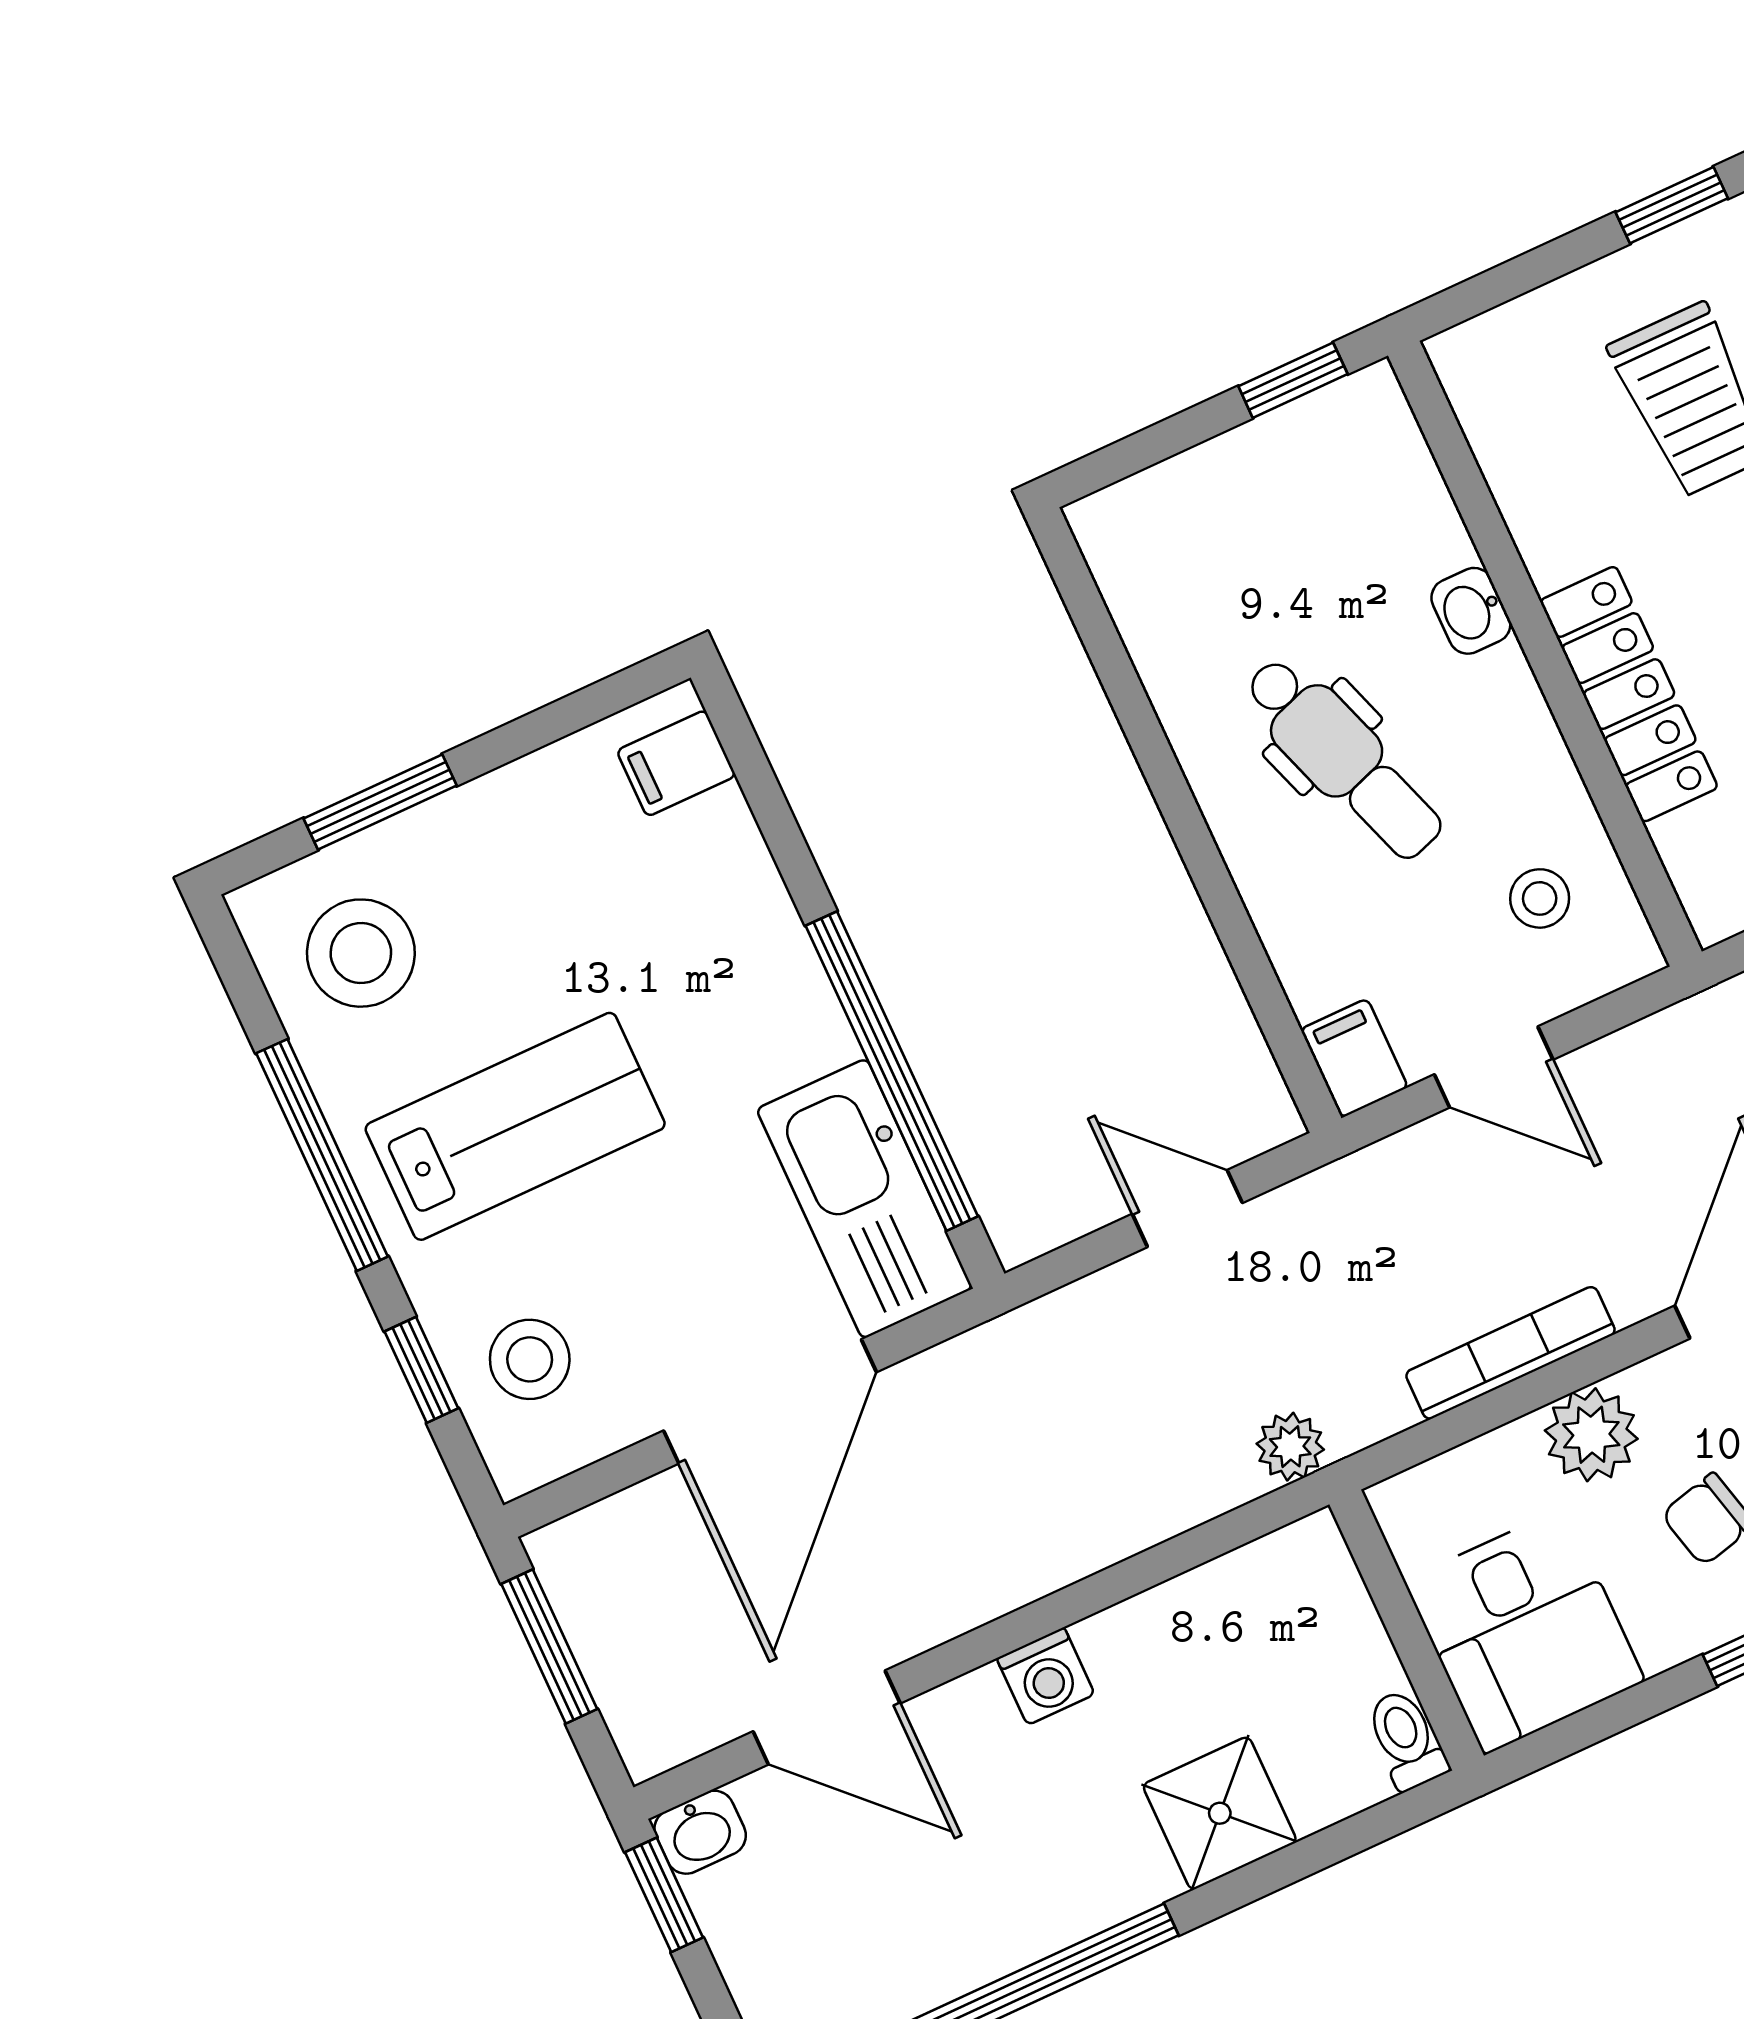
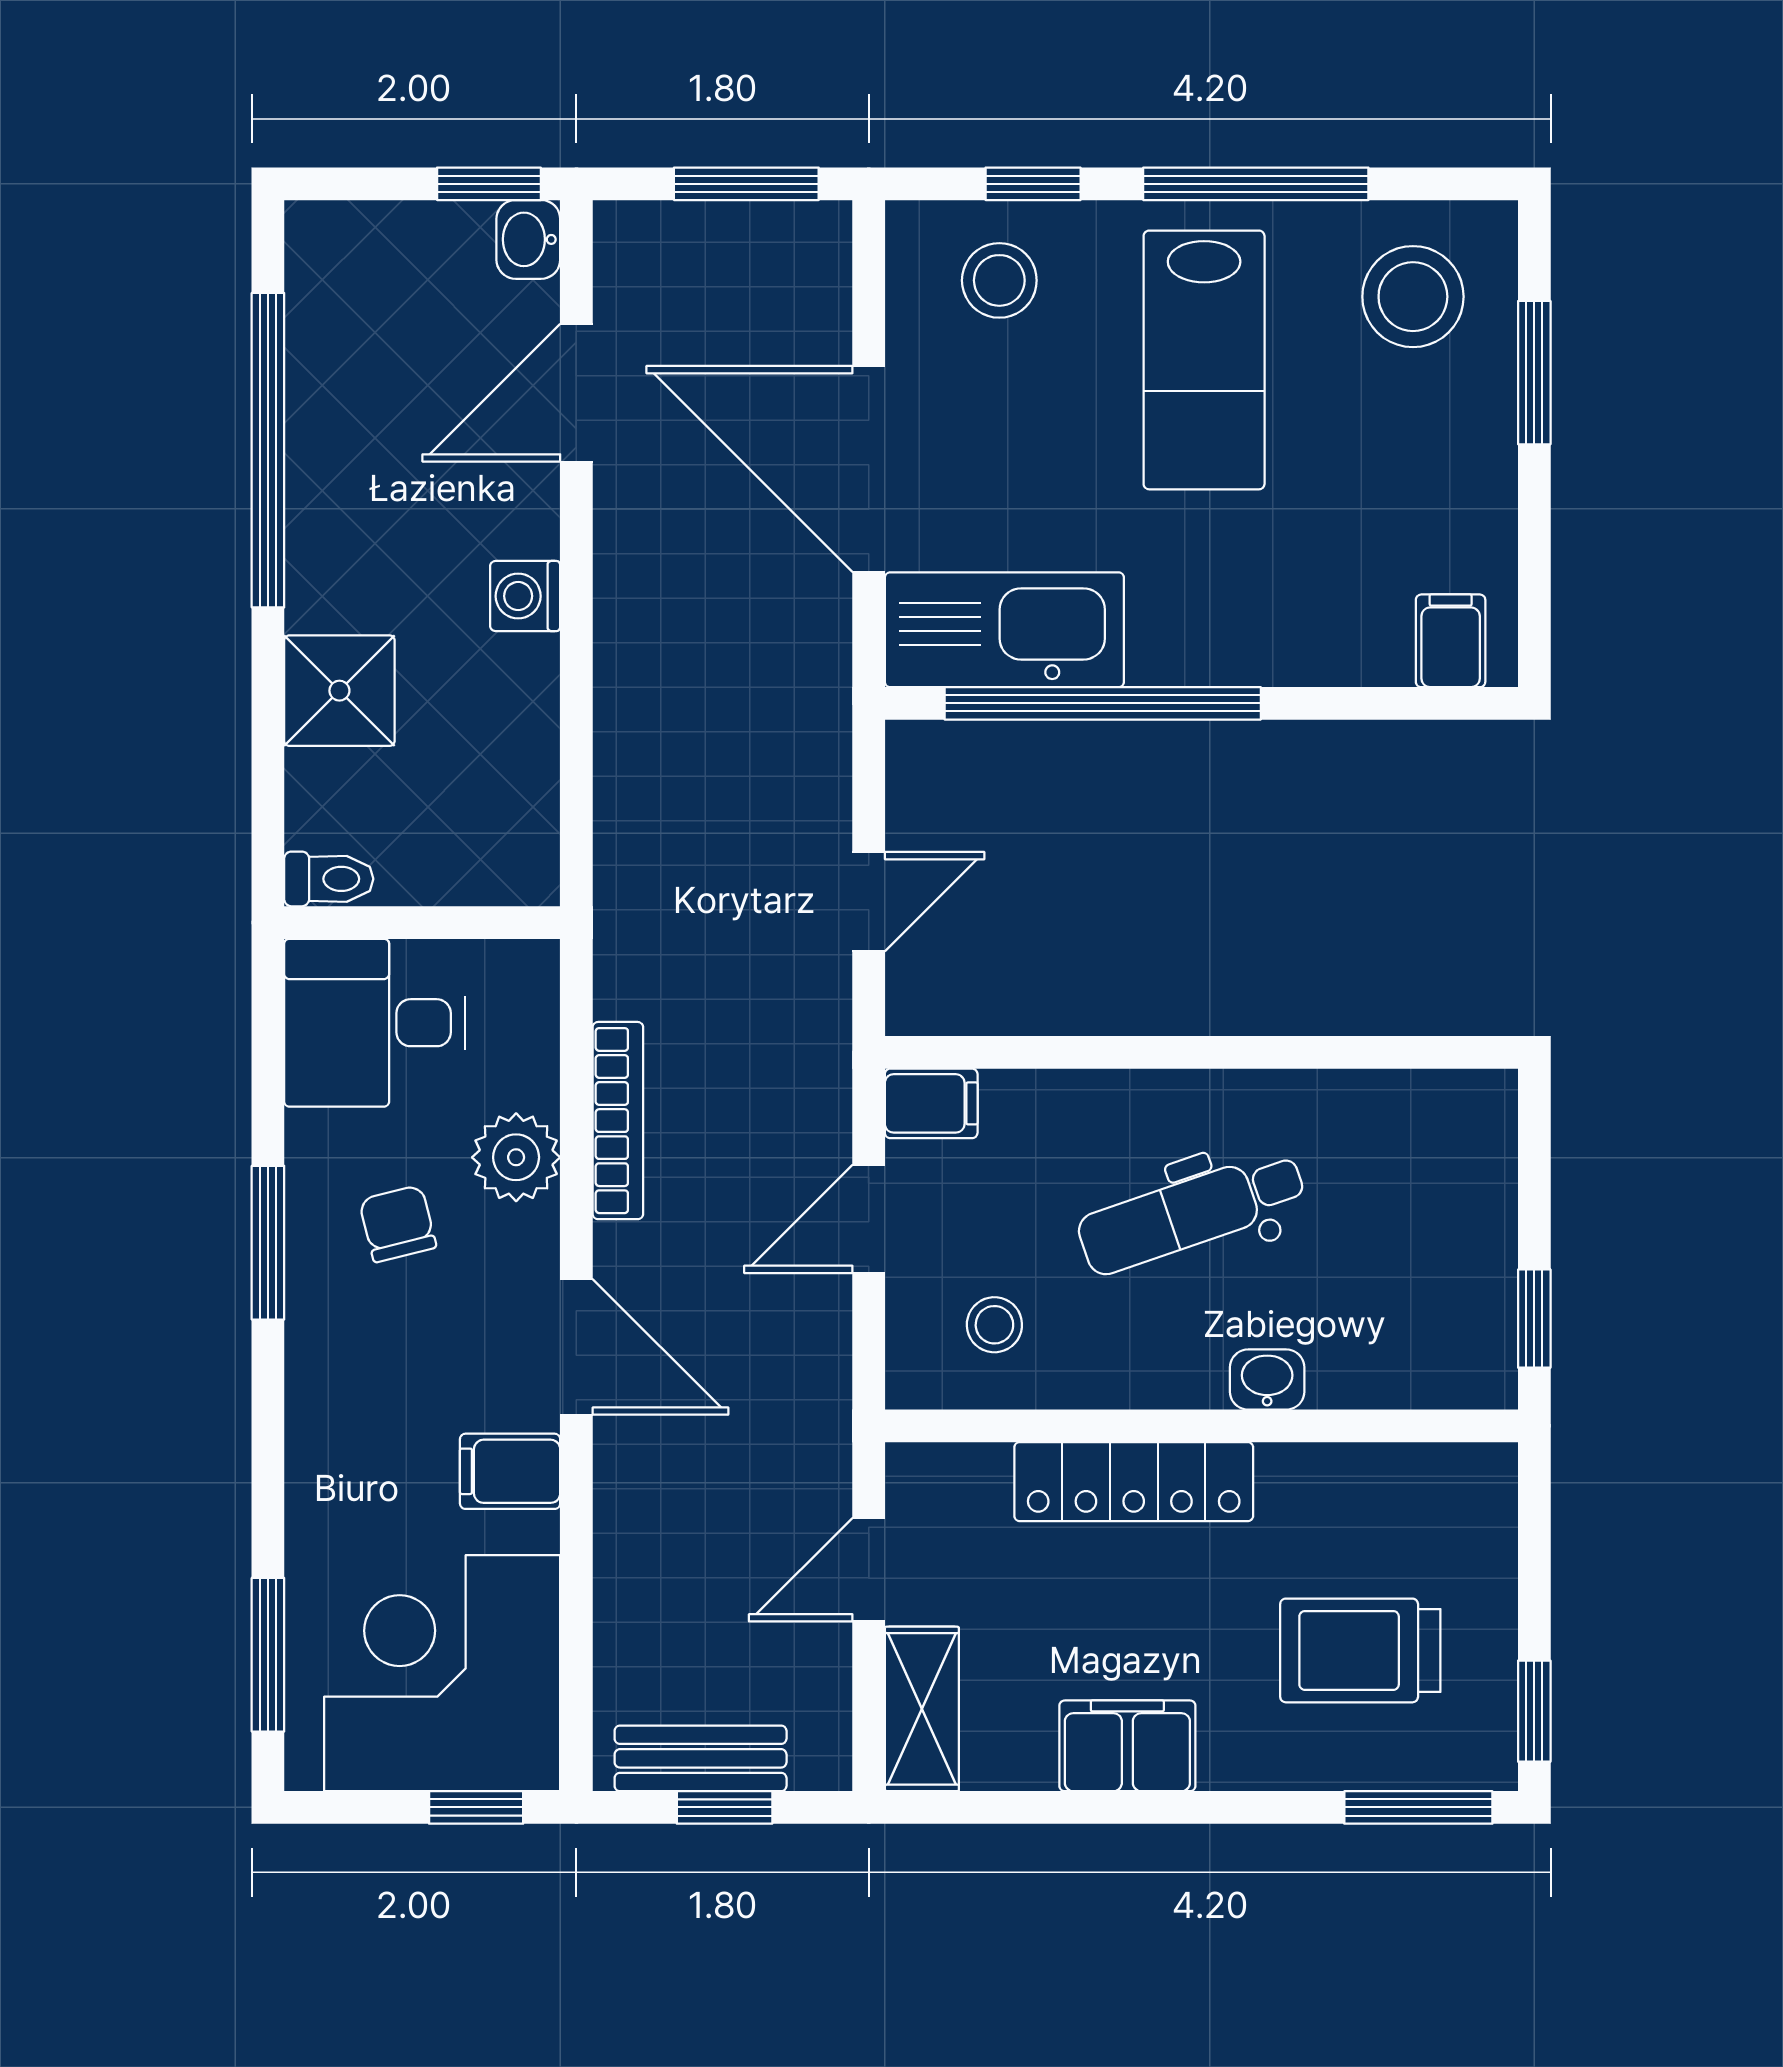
plant: (1290, 1447) -> (625, 895), removed

